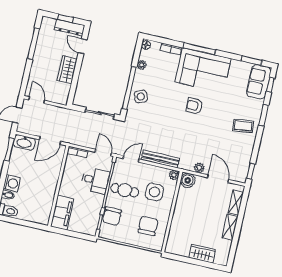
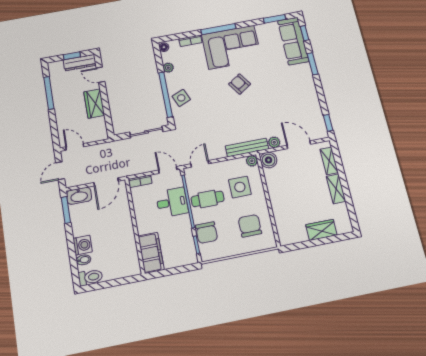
sofa: (259, 82) -> (293, 41), width x1.36
armchair: (194, 106) -> (240, 84), turned 56
coffee table: (243, 126) -> (298, 83), removed
bench: (160, 159) -> (247, 148), moved

